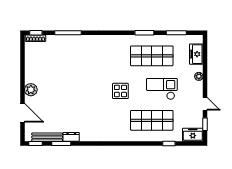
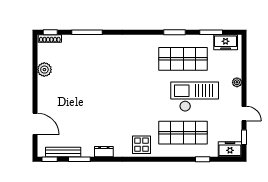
freezer: (196, 54) -> (226, 42), moved, turned -90
checkout: (162, 89) -> (195, 97), width x1.36, depth x1.21
plant: (31, 90) -> (44, 70), moved
display table: (120, 91) -> (141, 145), moved
dresser: (71, 137) -> (104, 152), moved

